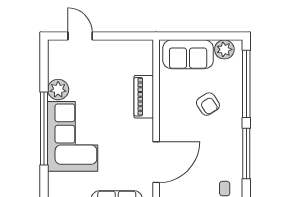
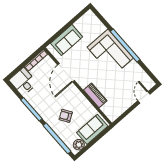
door: (80, 36) -> (144, 97), swing flipped
plant: (58, 90) -> (134, 67), removed

